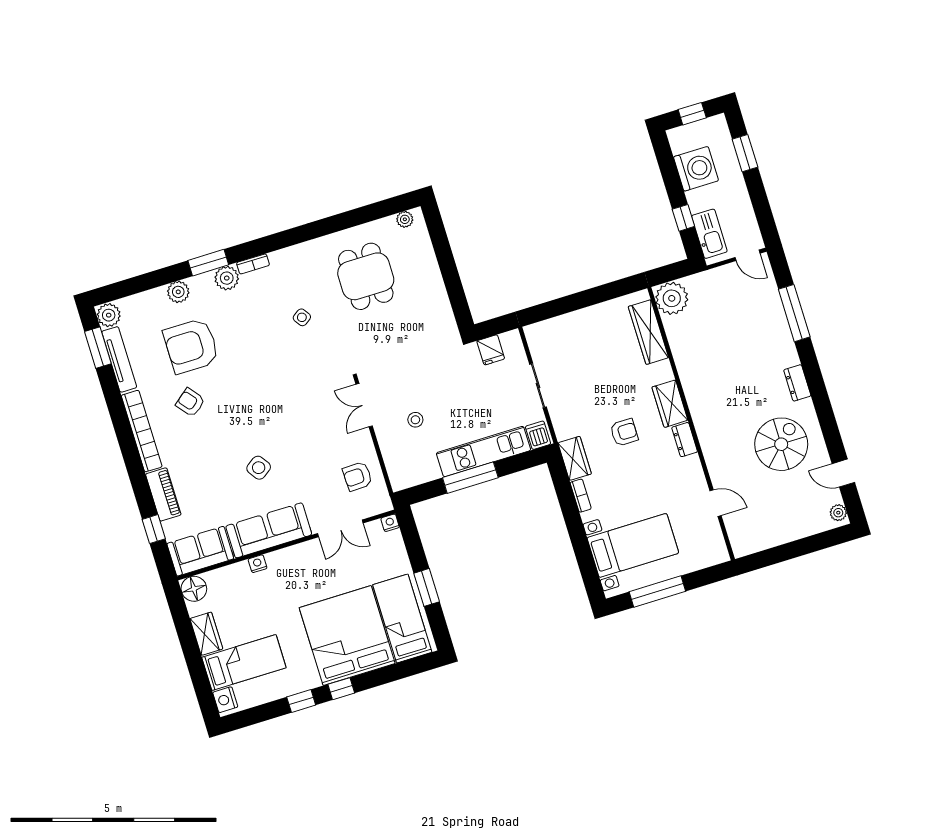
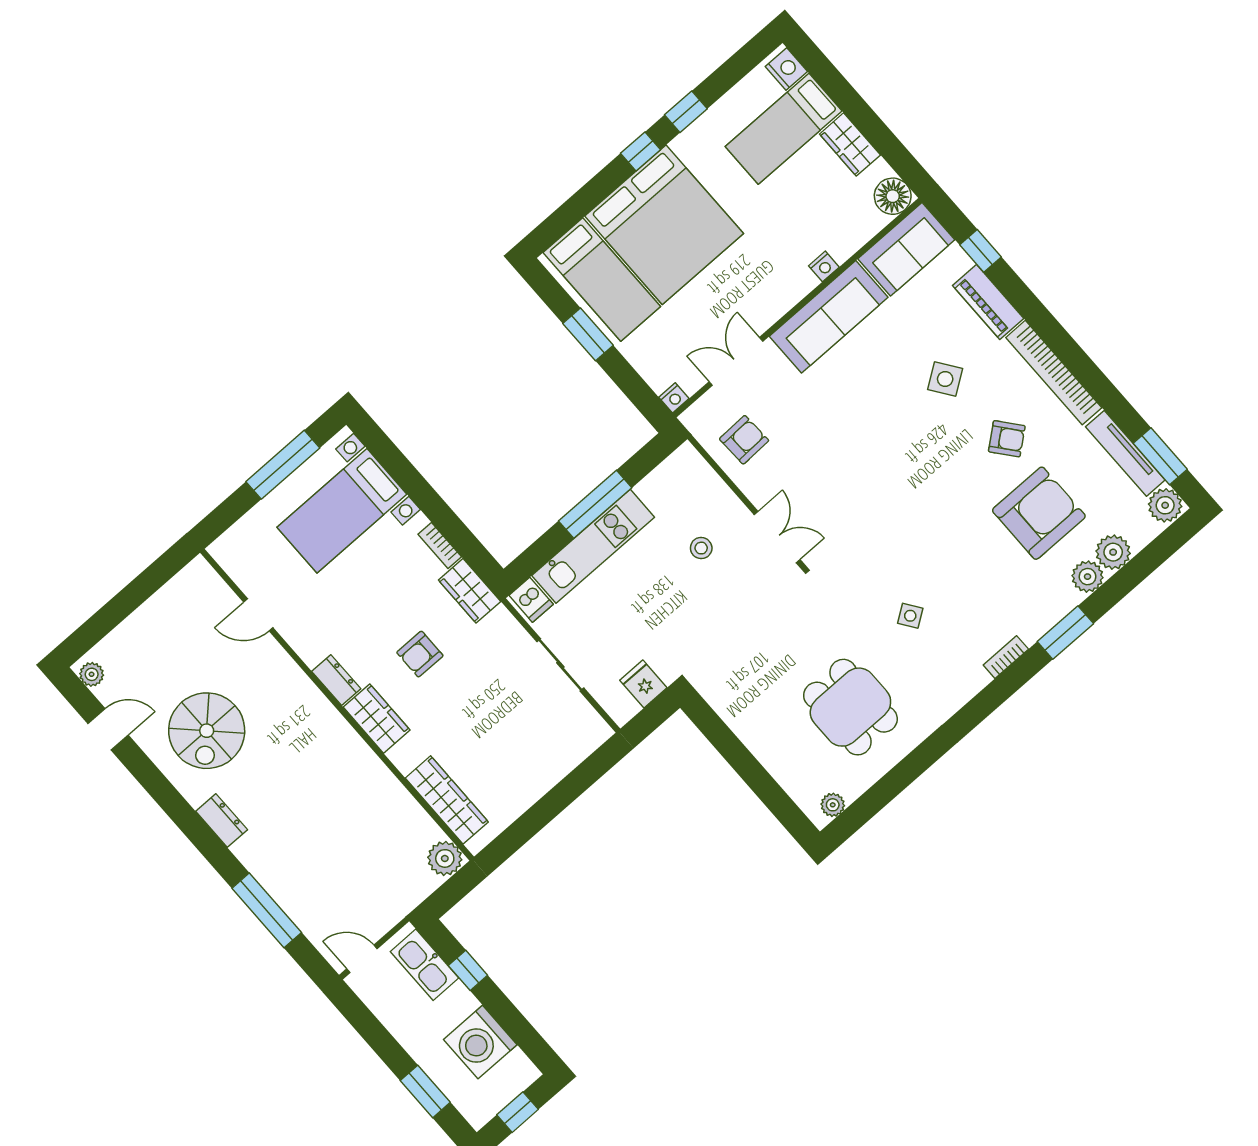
plant: (227, 278) -> (1113, 552), moved
plant: (672, 298) -> (445, 858), width x0.73, depth x0.73
side table: (259, 468) -> (945, 379), moved

